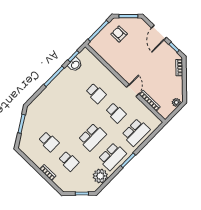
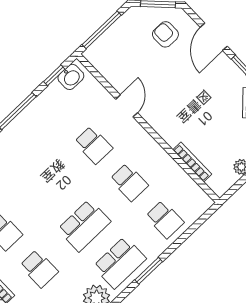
armchair: (119, 34) -> (165, 34), moved
washbasin: (75, 65) -> (71, 77), moved
door: (133, 91) -> (127, 106), moved
school desk: (136, 132) -> (165, 219), width x0.54

